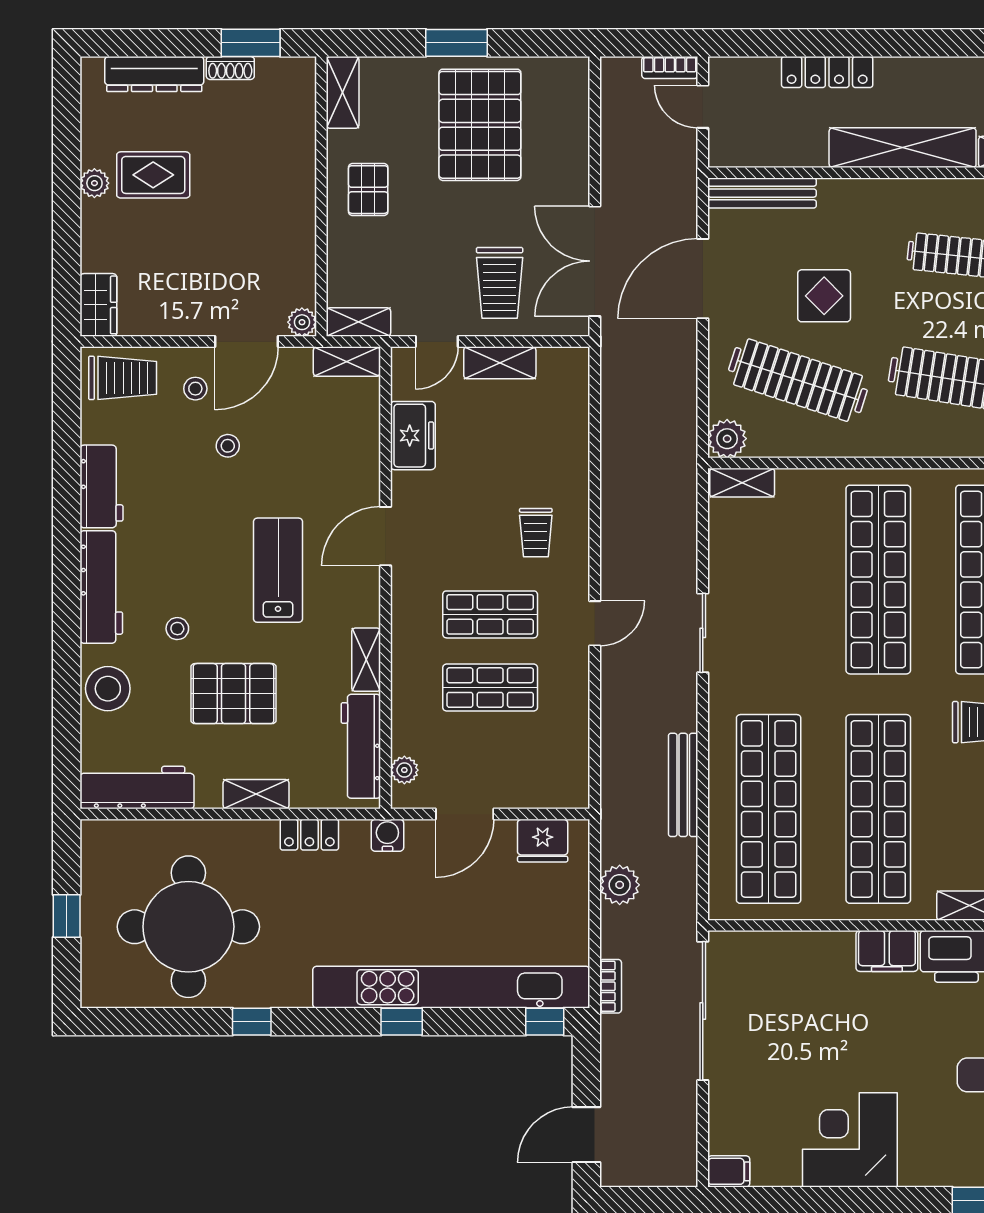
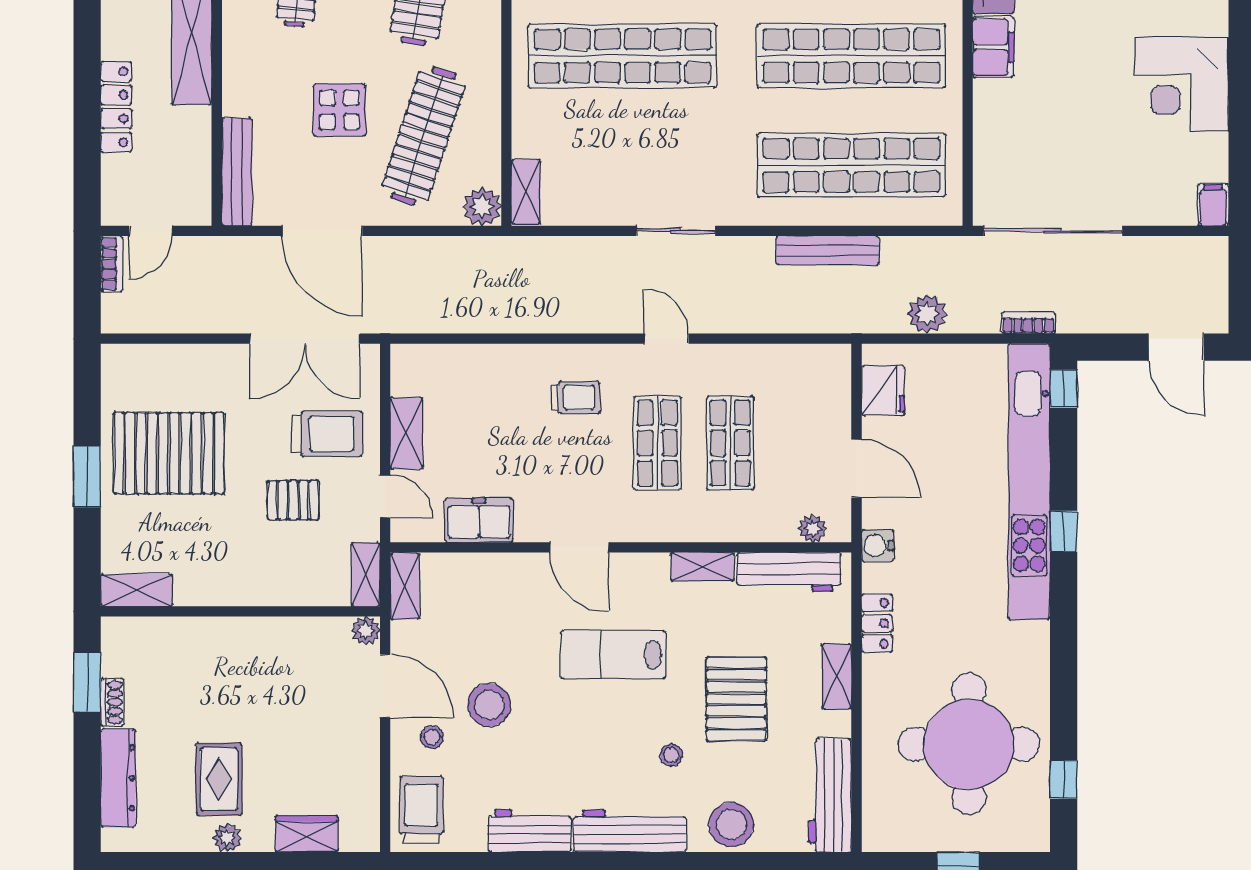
pallet: (368, 190) -> (293, 500), moved
wardrobe: (98, 305) -> (307, 834), moved
stool: (228, 446) -> (489, 705), width x1.89, depth x1.89
window: (252, 1022) -> (1064, 780), moved

